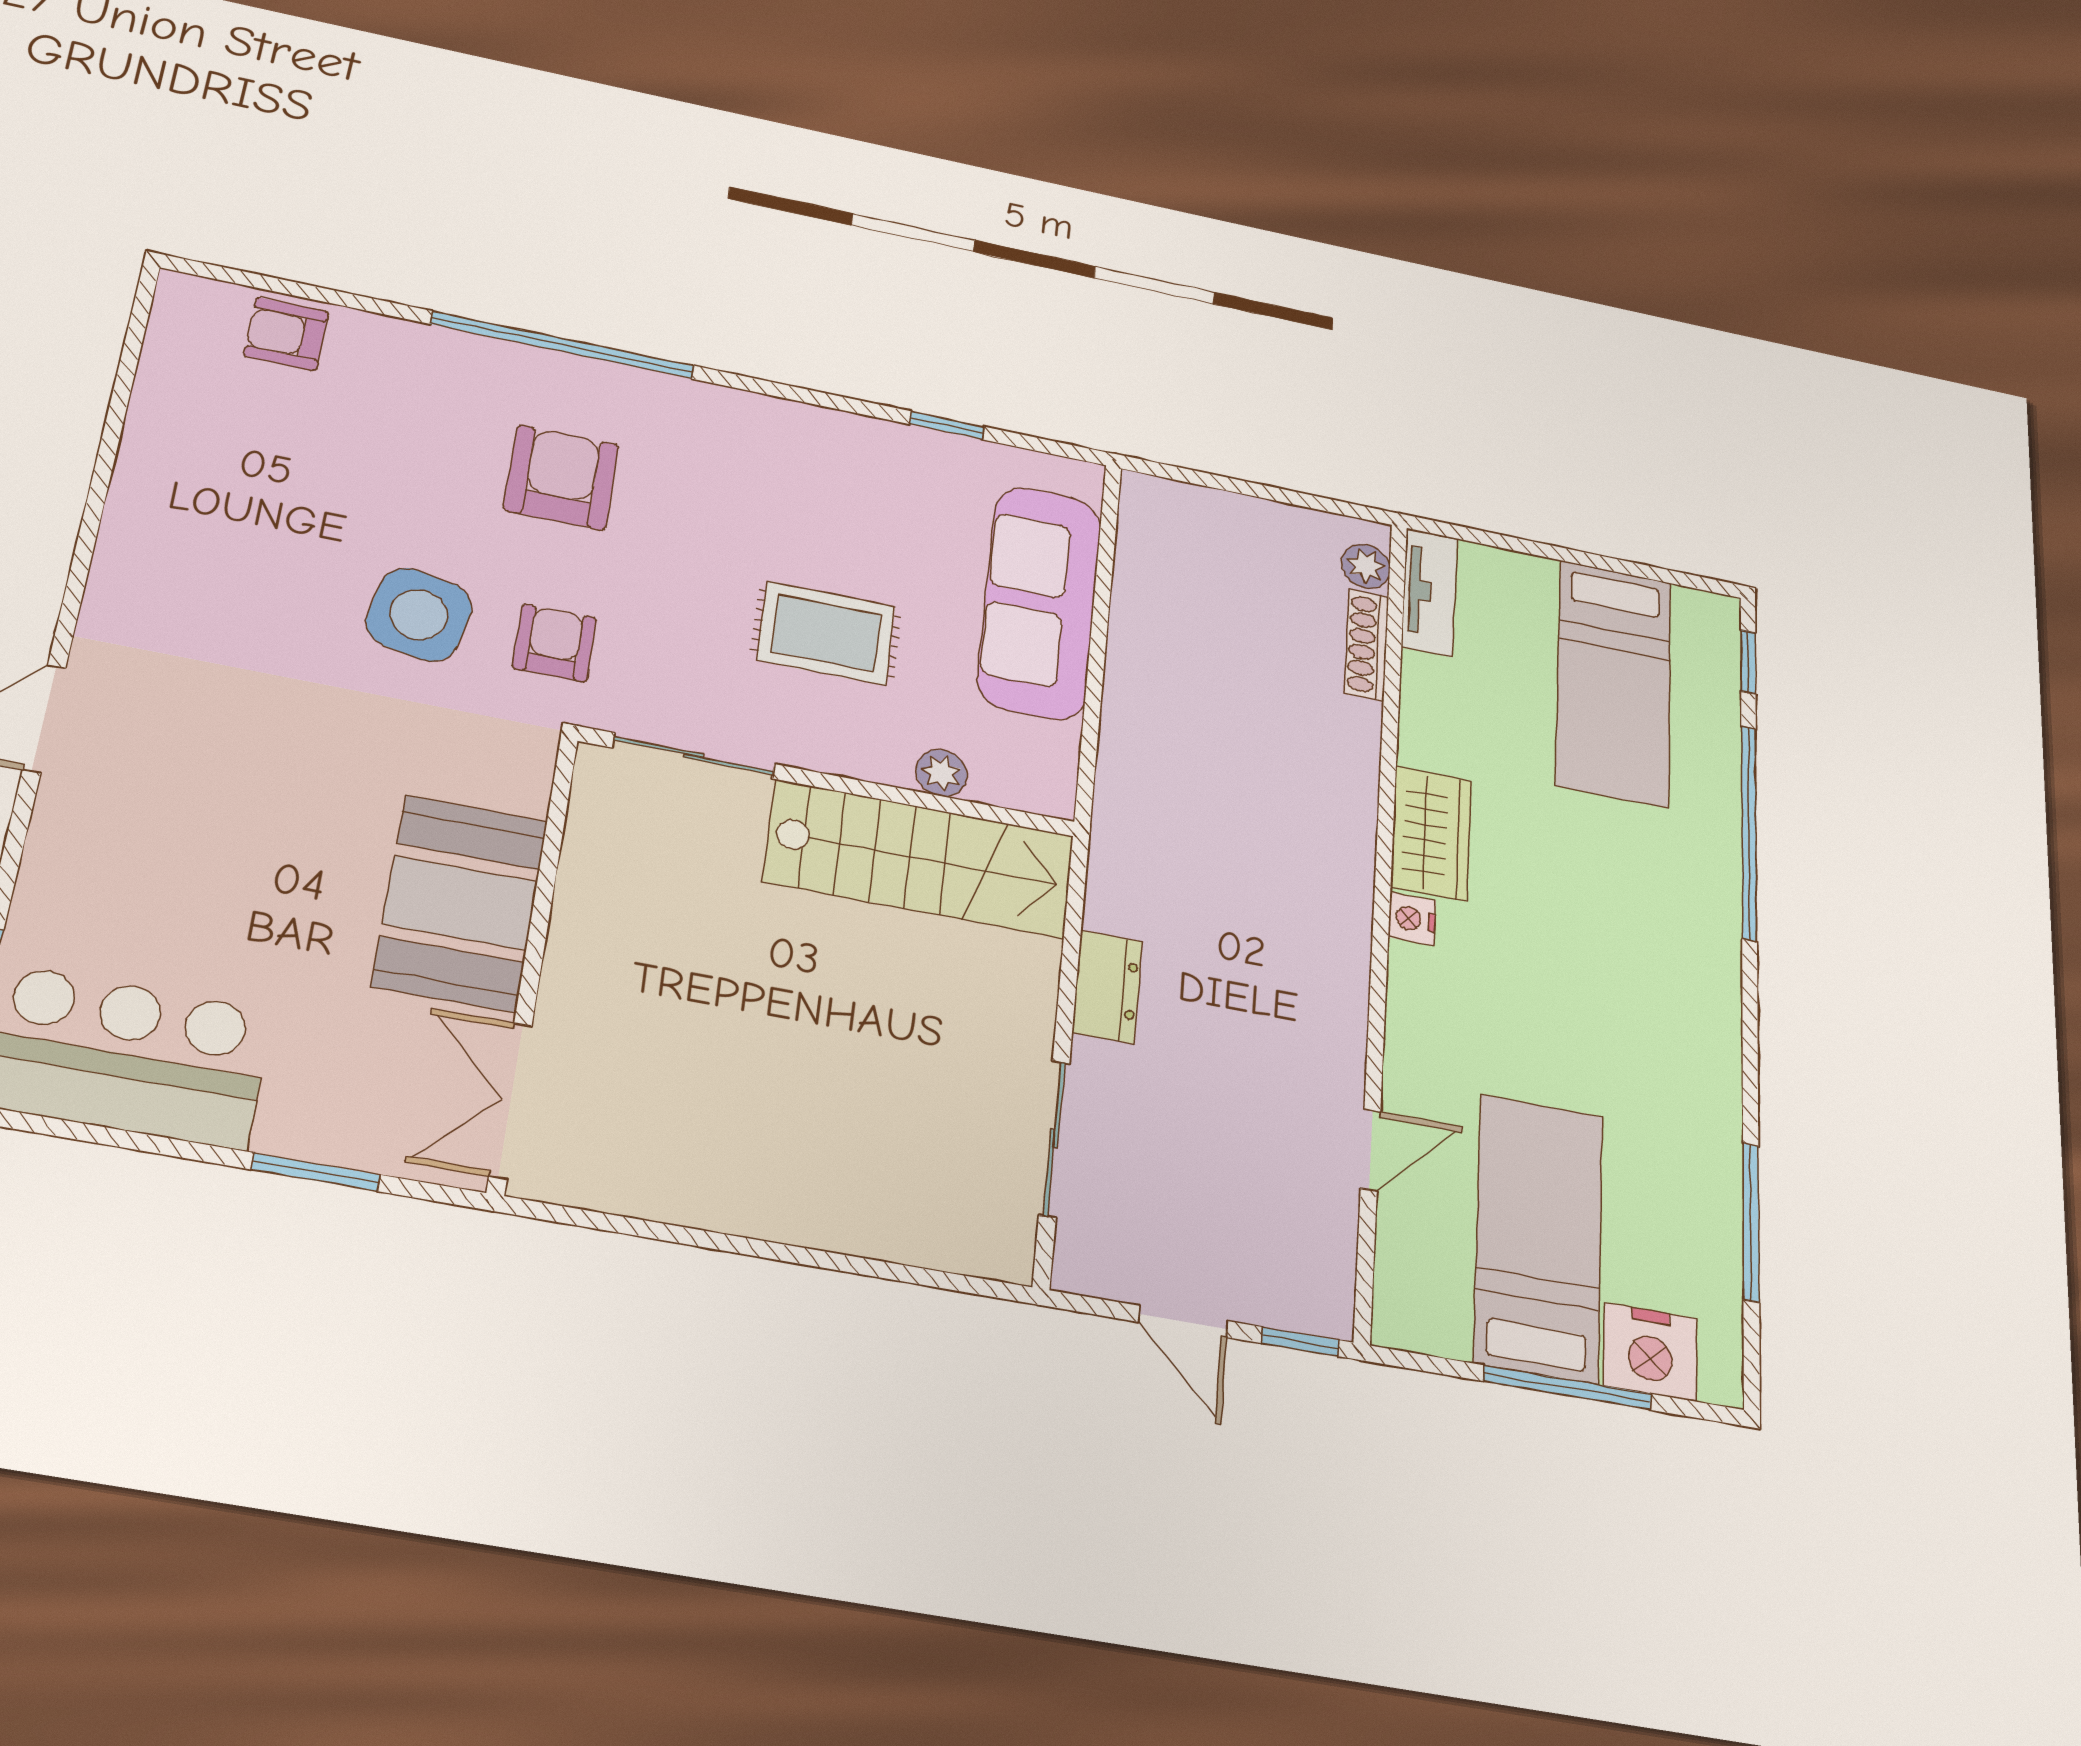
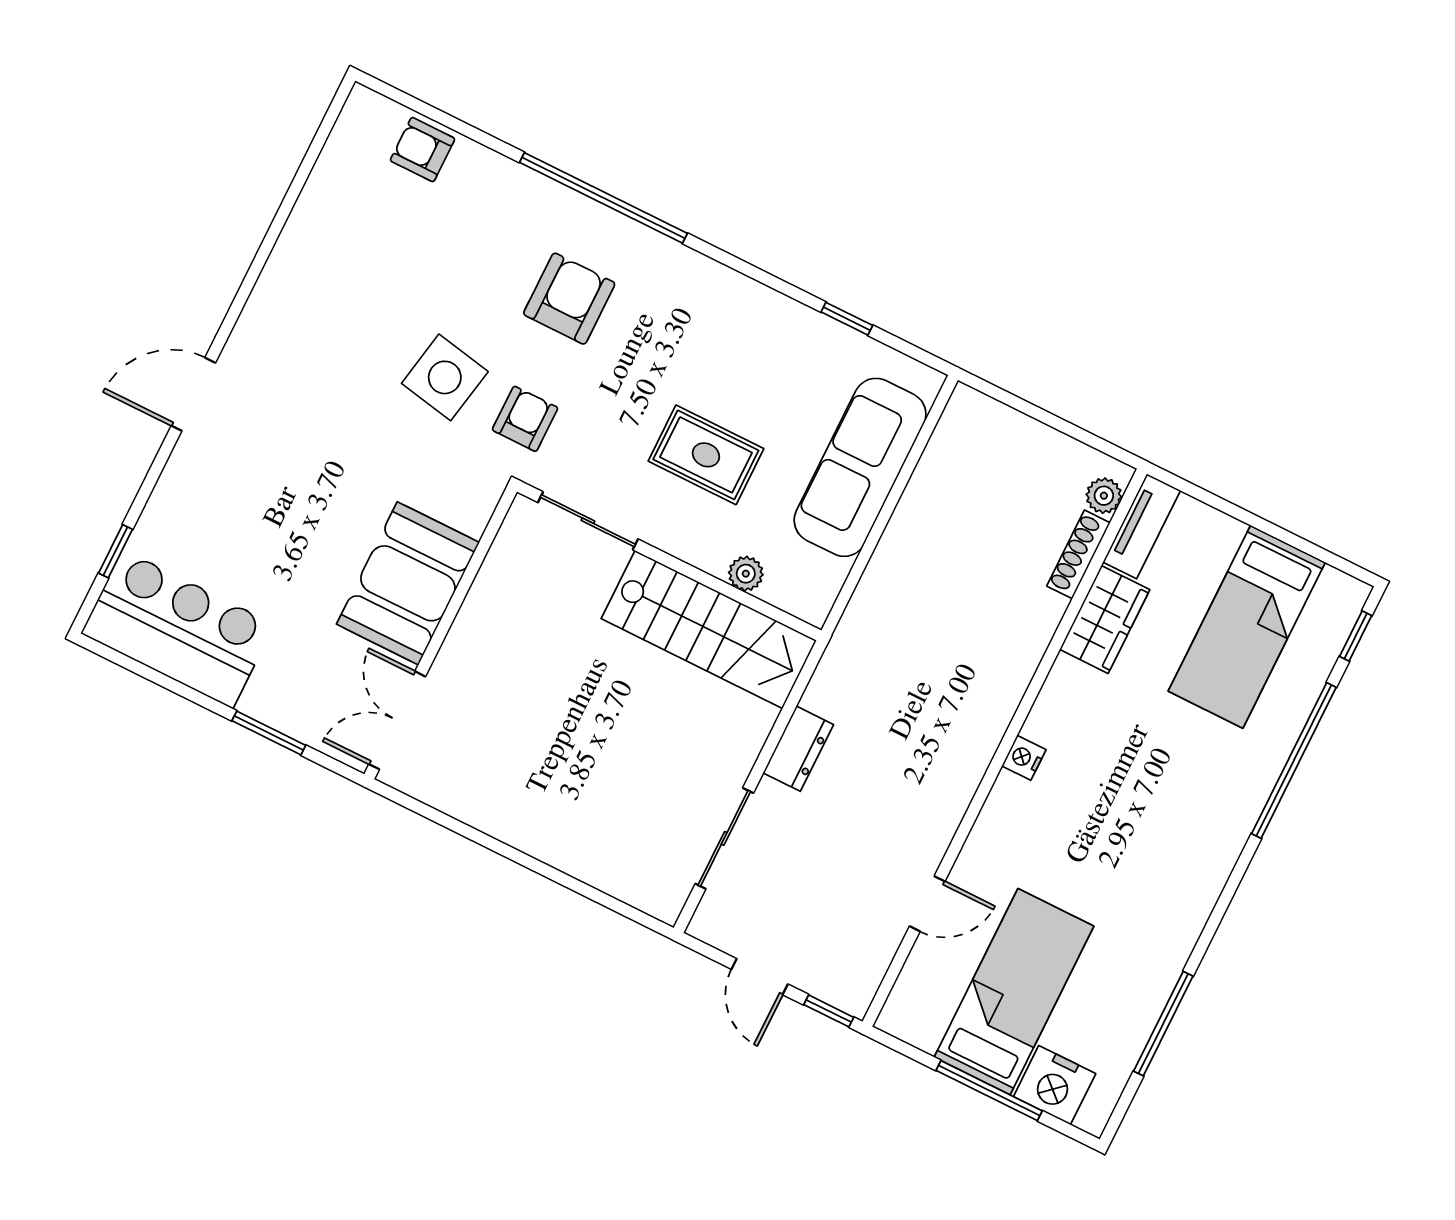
wardrobe: (1431, 833) -> (1105, 619), moved

